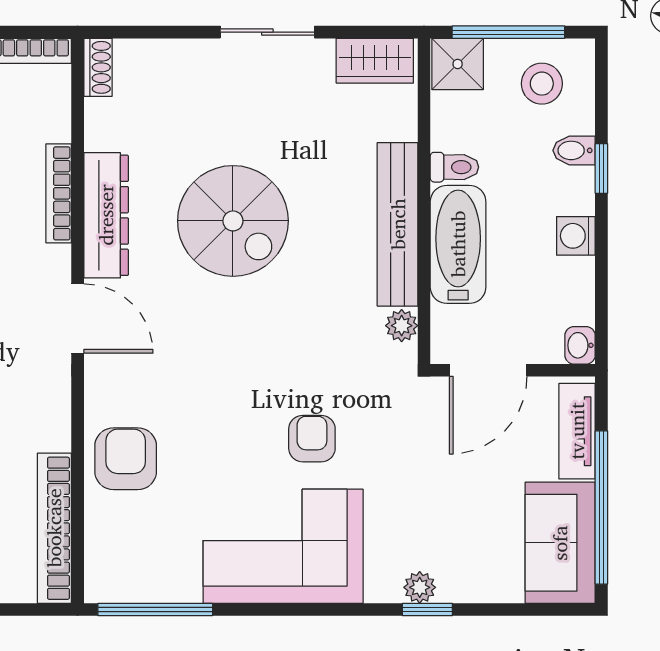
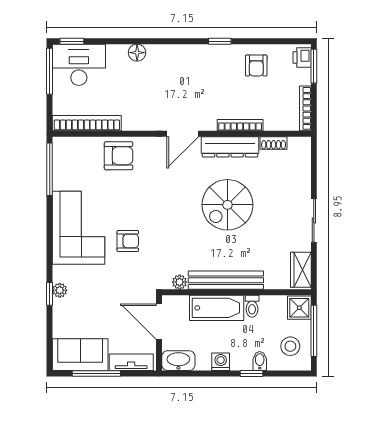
shoe rack: (98, 67) -> (274, 143), moved
washbasin: (580, 345) -> (178, 361), width x1.91, depth x1.45
window: (601, 508) -> (96, 373), width x0.68

